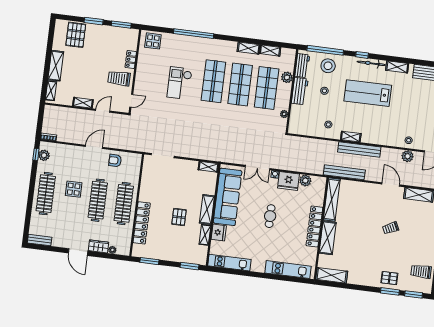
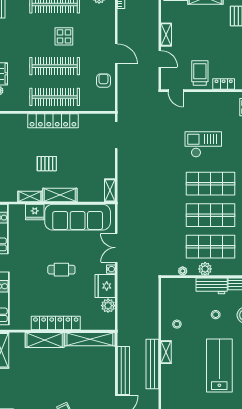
plant: (287, 77) -> (205, 269), moved
bench: (344, 172) -> (123, 371), moved
locker: (142, 223) -> (53, 121), moved

